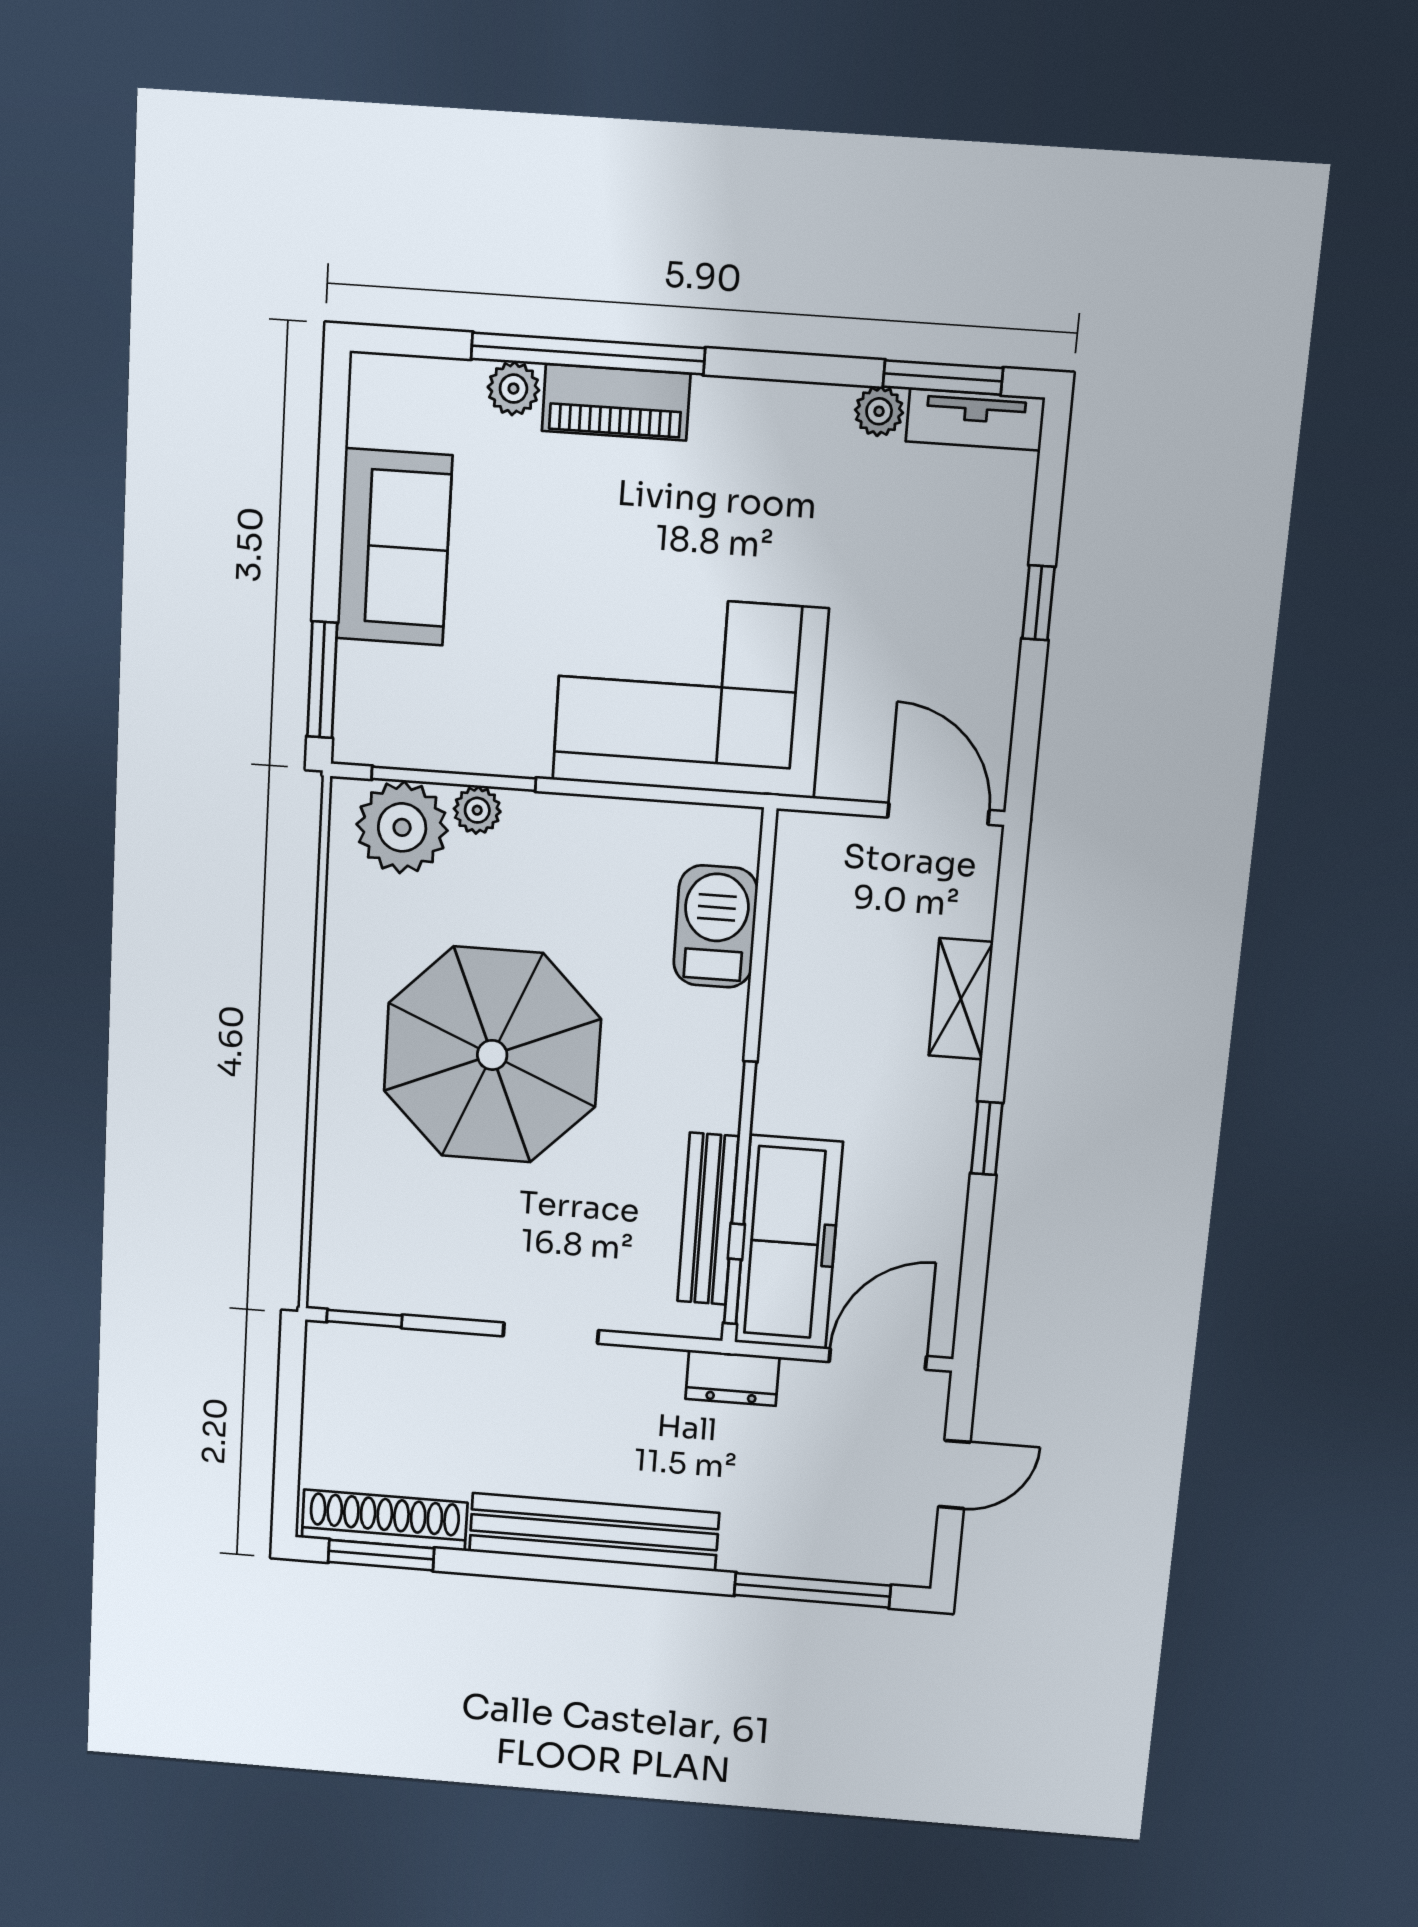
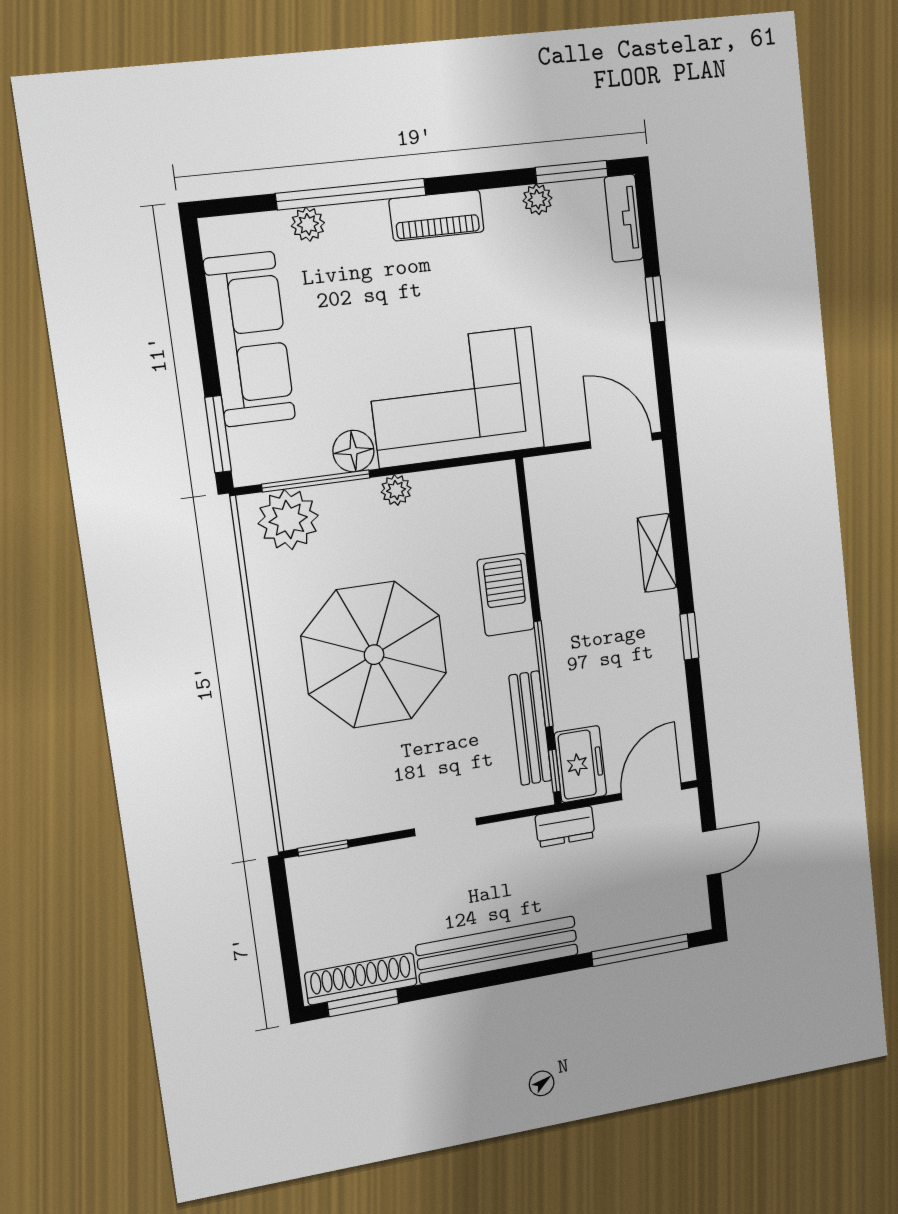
piano: (616, 402) -> (437, 215), moved
tv unit: (975, 420) -> (624, 218), moved, turned 90
sofa: (394, 547) -> (250, 339), width x1.36
floor lamp: (518, 745) -> (353, 451), added
plant: (477, 810) -> (396, 490), moved
barbecue: (715, 927) -> (506, 595), moved
freezer: (788, 1243) -> (580, 764), width x0.52, depth x0.79

